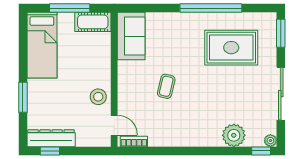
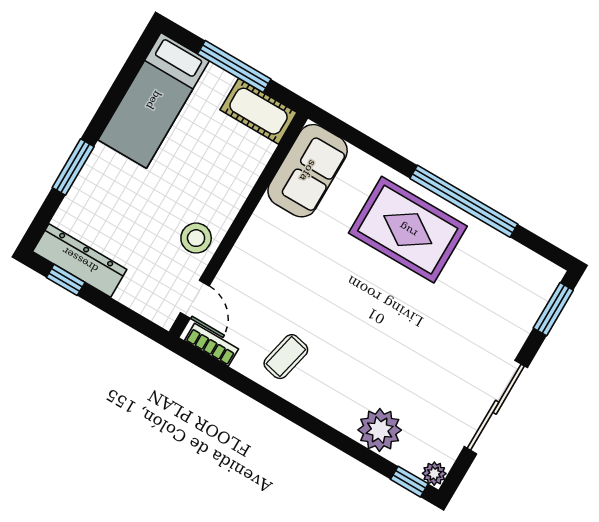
rug: (231, 48) -> (408, 230), moved
coffee table: (166, 86) -> (286, 357), moved

